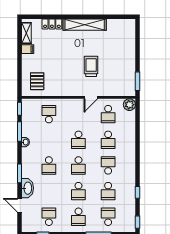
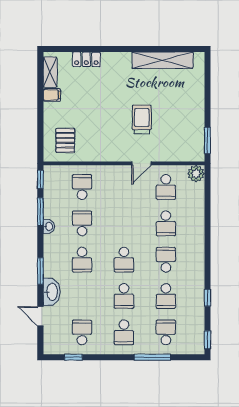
shelving: (85, 25) -> (163, 60), moved
school desk: (78, 140) -> (82, 223), moved, turned 180

